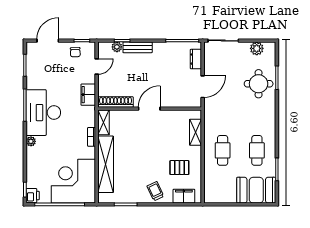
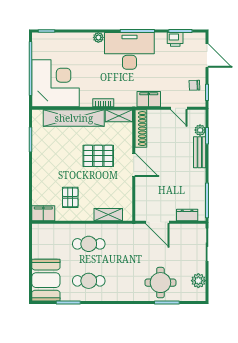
pallet: (141, 141) -> (98, 156), added
trolley: (155, 191) -> (45, 171), removed
printer: (33, 196) -> (175, 39), moved
filing cabinet: (184, 196) -> (43, 213), moved, turned -90

